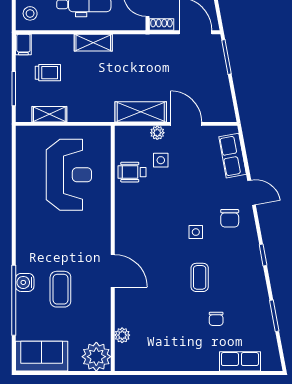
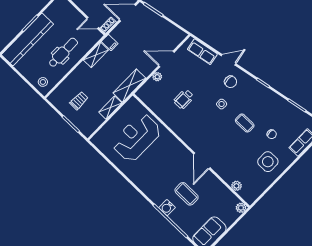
shelving: (93, 43) -> (96, 55), moved
filing cabinet: (23, 45) -> (110, 43), moved
shelving: (141, 112) -> (129, 86), moved
shelving: (49, 114) -> (110, 108), moved
side table: (161, 160) -> (268, 162), moved, width x1.87, depth x1.87
wheelchair: (132, 172) -> (184, 99), moved
reception desk: (69, 175) -> (137, 138), turned -90
door: (113, 271) -> (202, 161), swing flipped
plant: (96, 357) -> (241, 208), width x0.53, depth x0.53

